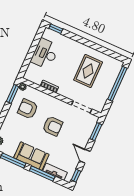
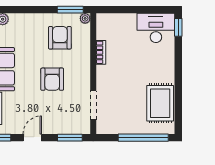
desk: (45, 54) -> (156, 28), moved
rug: (88, 71) -> (160, 103), moved, turned 90

